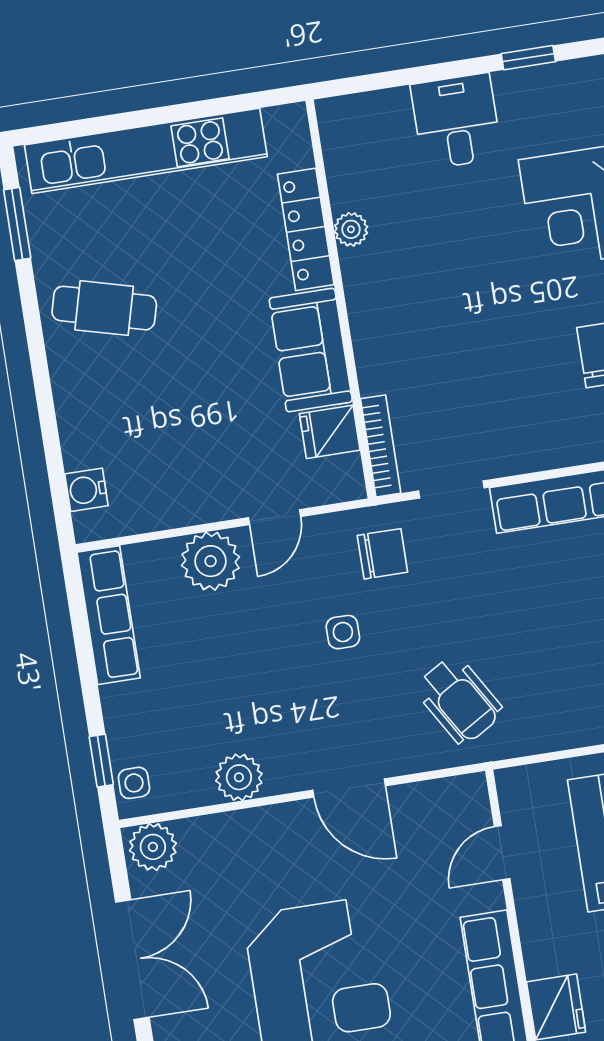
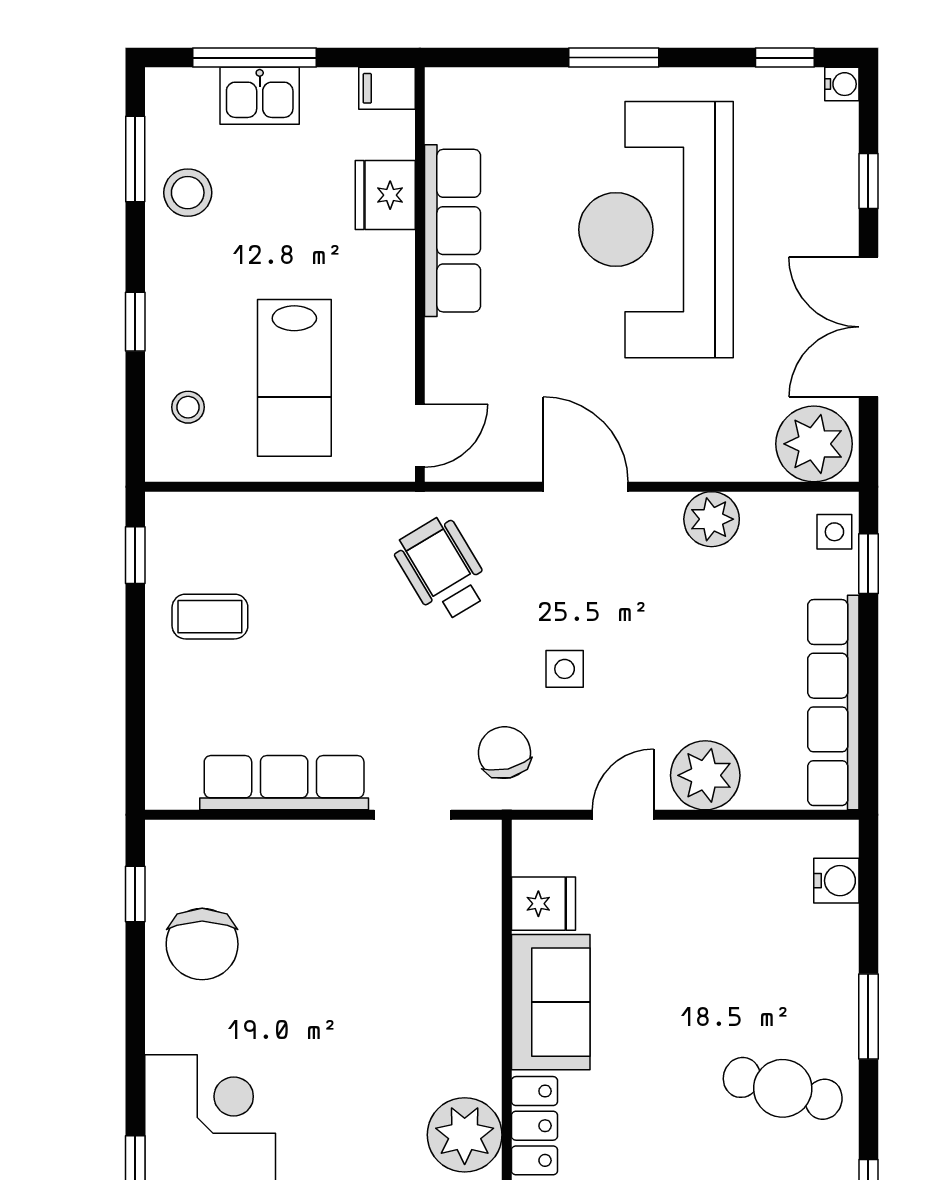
plant: (351, 229) -> (465, 1135), width x1.87, depth x1.87
window: (42, 380) -> (868, 1016), added
bookcase: (381, 446) -> (487, 878), removed
chair: (382, 554) -> (504, 753), turned 77
row of seats: (109, 615) -> (833, 703), width x1.36
plant: (153, 847) -> (814, 444), width x1.36, depth x1.36
door: (502, 853) -> (420, 436), moved

